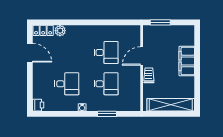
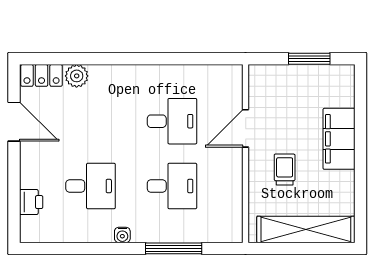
window: (160, 22) -> (309, 59), moved
trolley: (149, 75) -> (285, 170), moved
printer: (38, 105) -> (31, 202), moved
window: (107, 114) -> (174, 248), width x1.44

